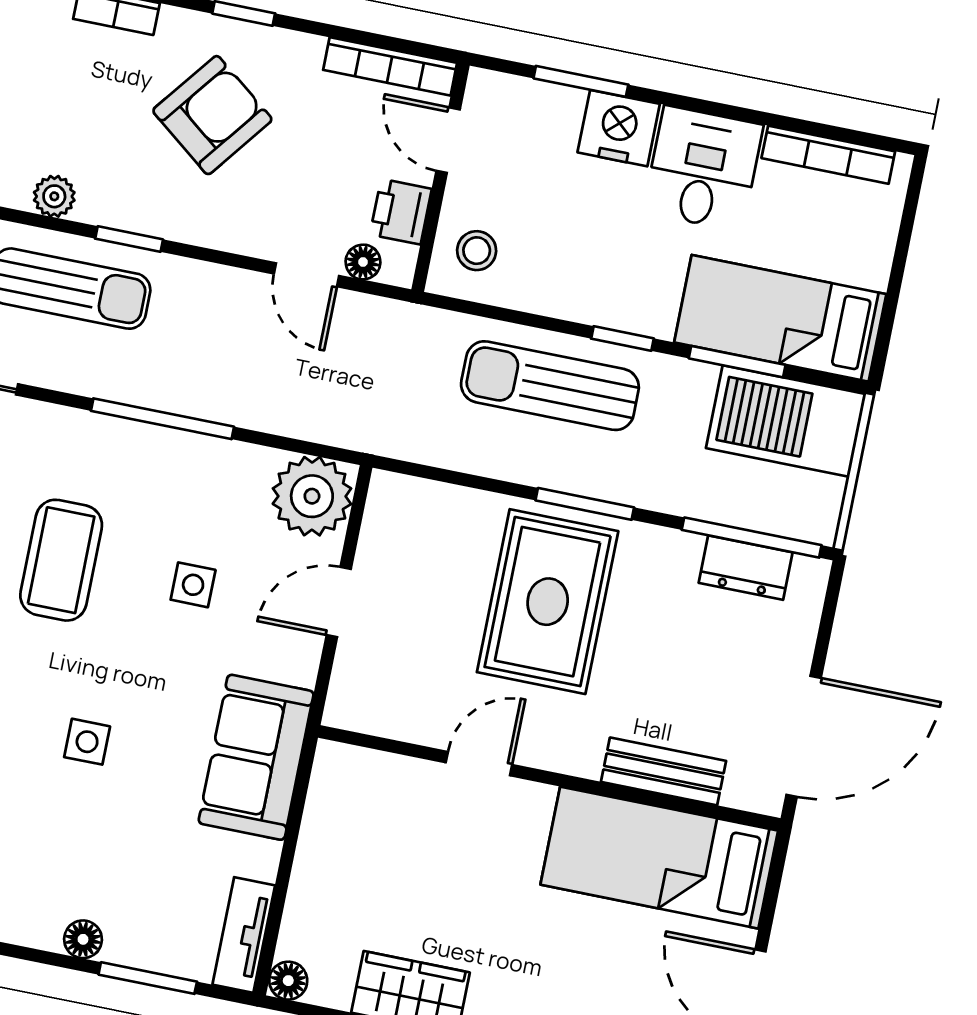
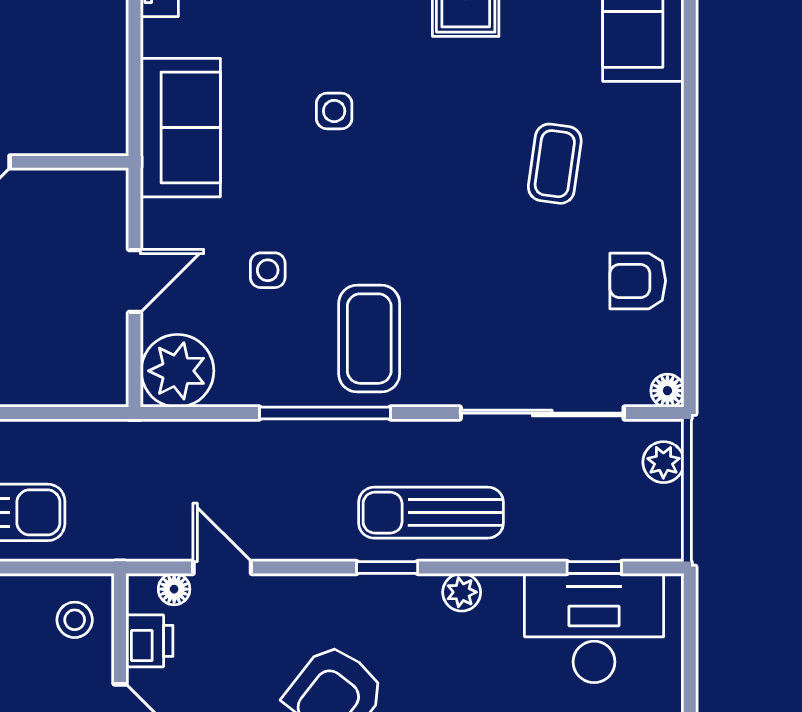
coffee table: (61, 560) -> (369, 339), moved

